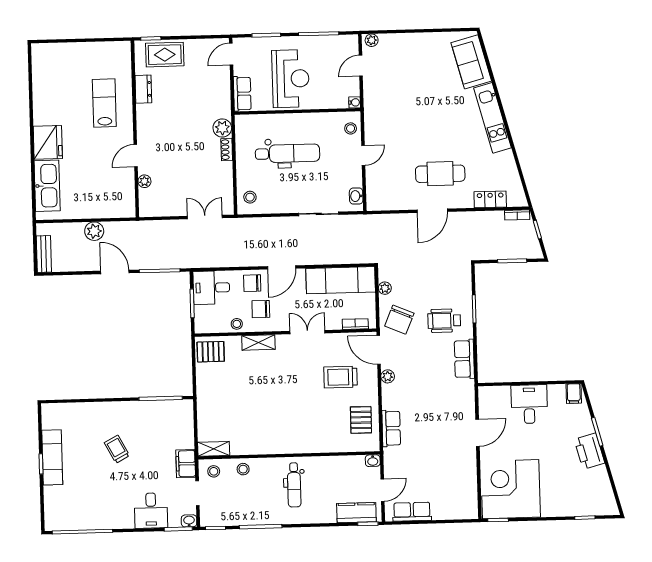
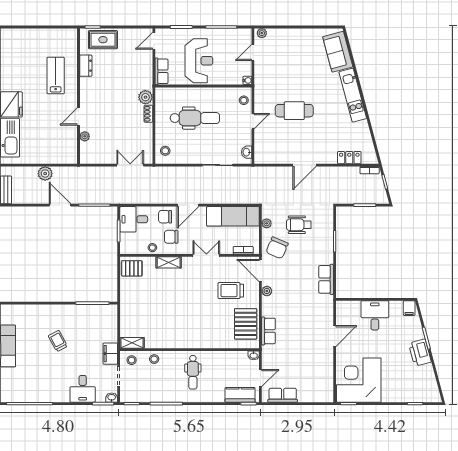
cafe table: (440, 174) -> (294, 111), moved
wheelchair: (444, 321) -> (299, 225), moved
pallet: (361, 420) -> (246, 324), width x1.50, depth x1.42

